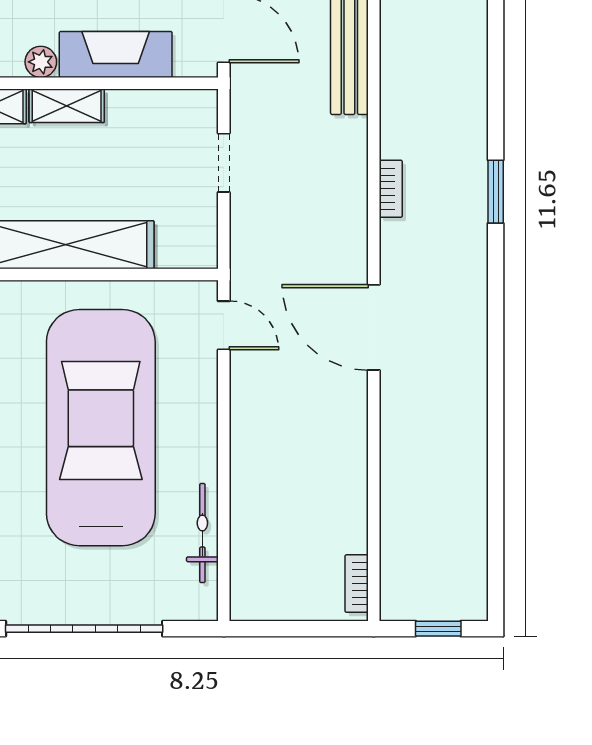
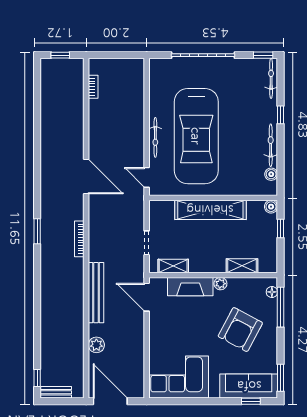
shelving: (67, 106) -> (173, 266), moved
bookcase: (391, 189) -> (79, 239), width x1.56
bicycle: (202, 533) -> (155, 137), moved
bookcase: (357, 584) -> (93, 87), moved

